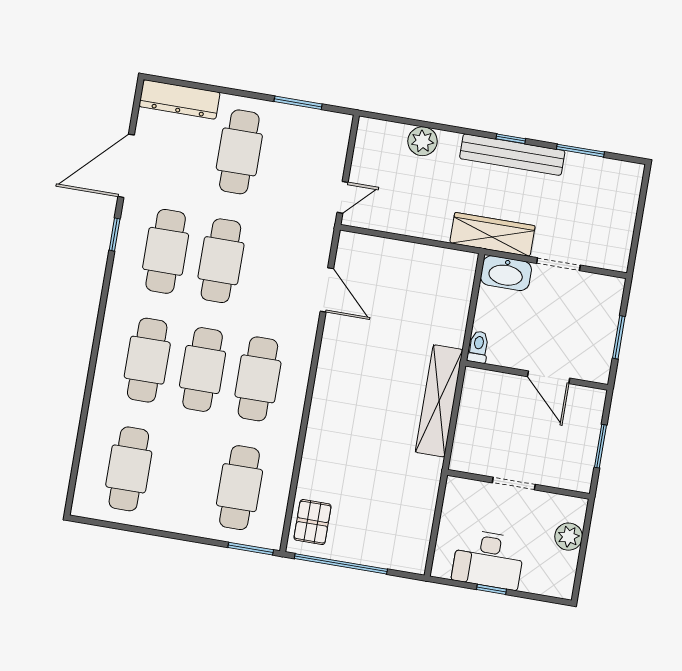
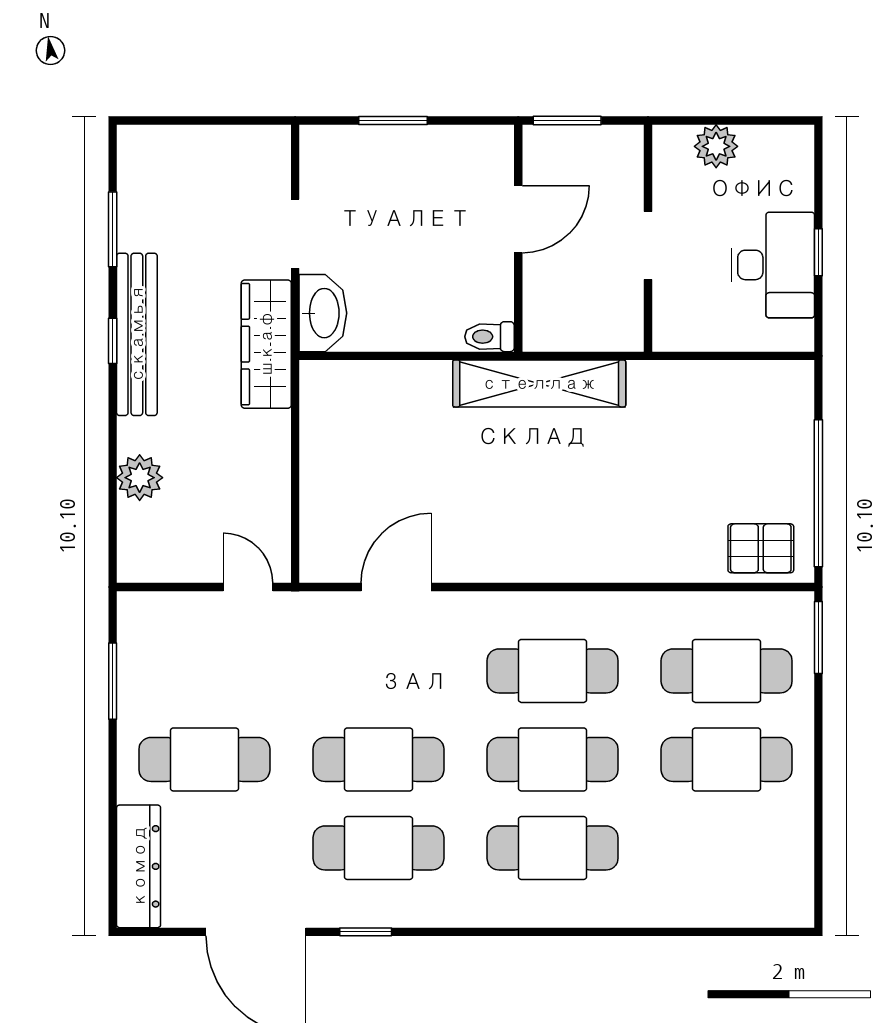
toilet: (478, 347) -> (490, 337), moved
wall: (537, 375) -> (518, 238), moved
door: (549, 377) -> (518, 219), moved
cafe table: (129, 469) -> (727, 759), moved

